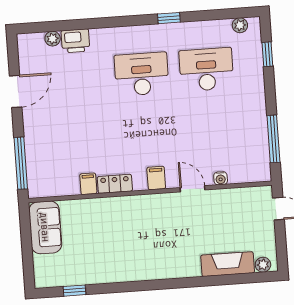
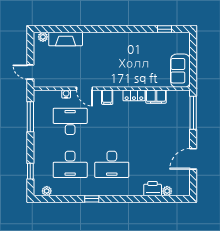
desk: (211, 136) -> (70, 121), added
filing cabinet: (88, 184) -> (156, 97), width x2.00

